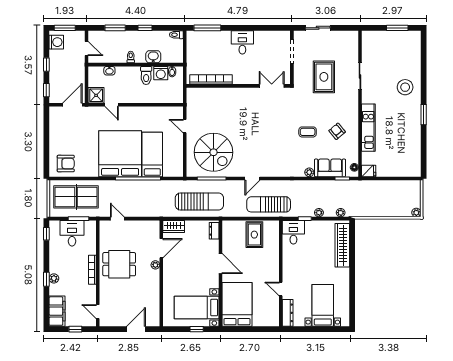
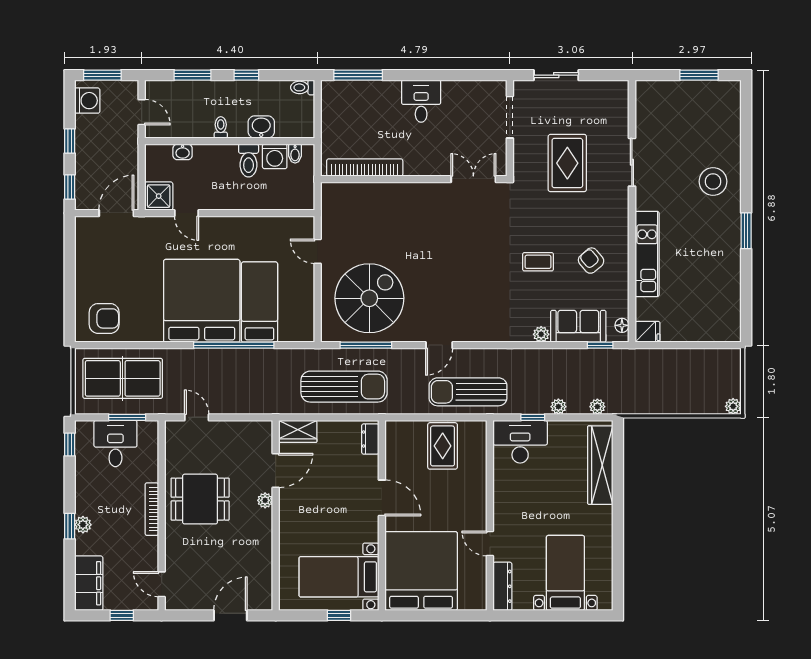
spiral stairs: (214, 152) -> (369, 298), turned -90
desk: (293, 232) -> (520, 442), width x1.37
bed: (237, 304) -> (421, 571), width x1.36

